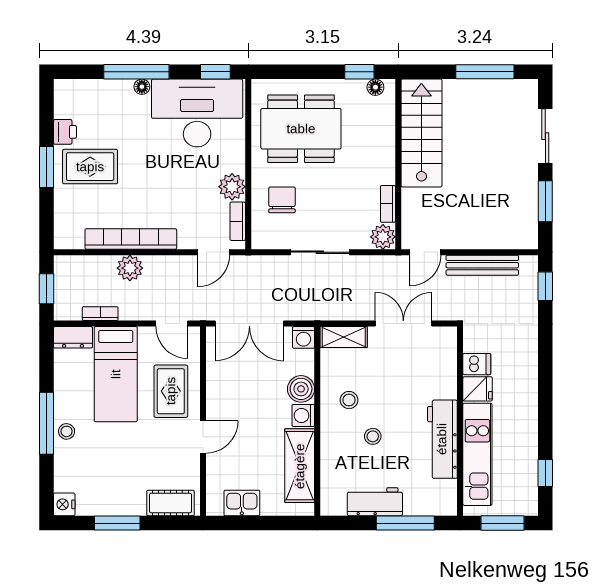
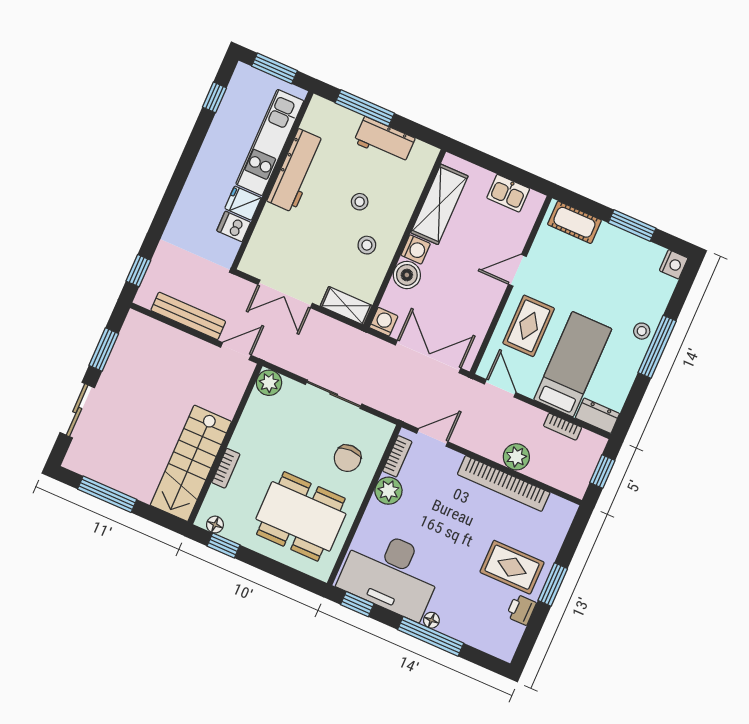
bookcase: (388, 204) -> (226, 468), moved

